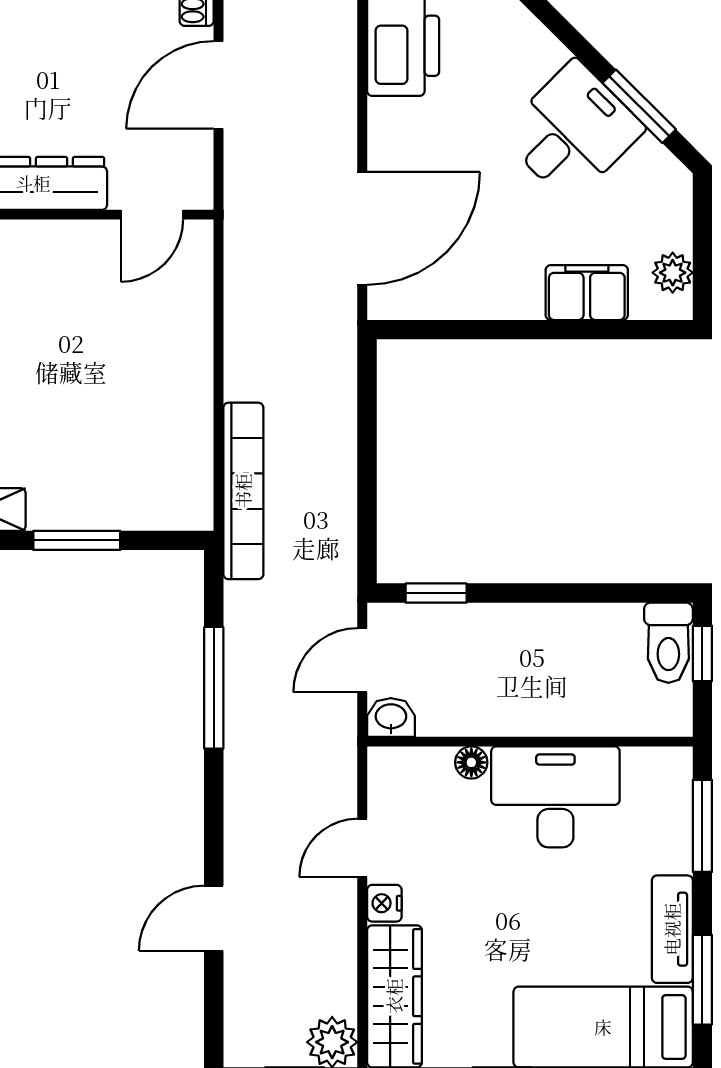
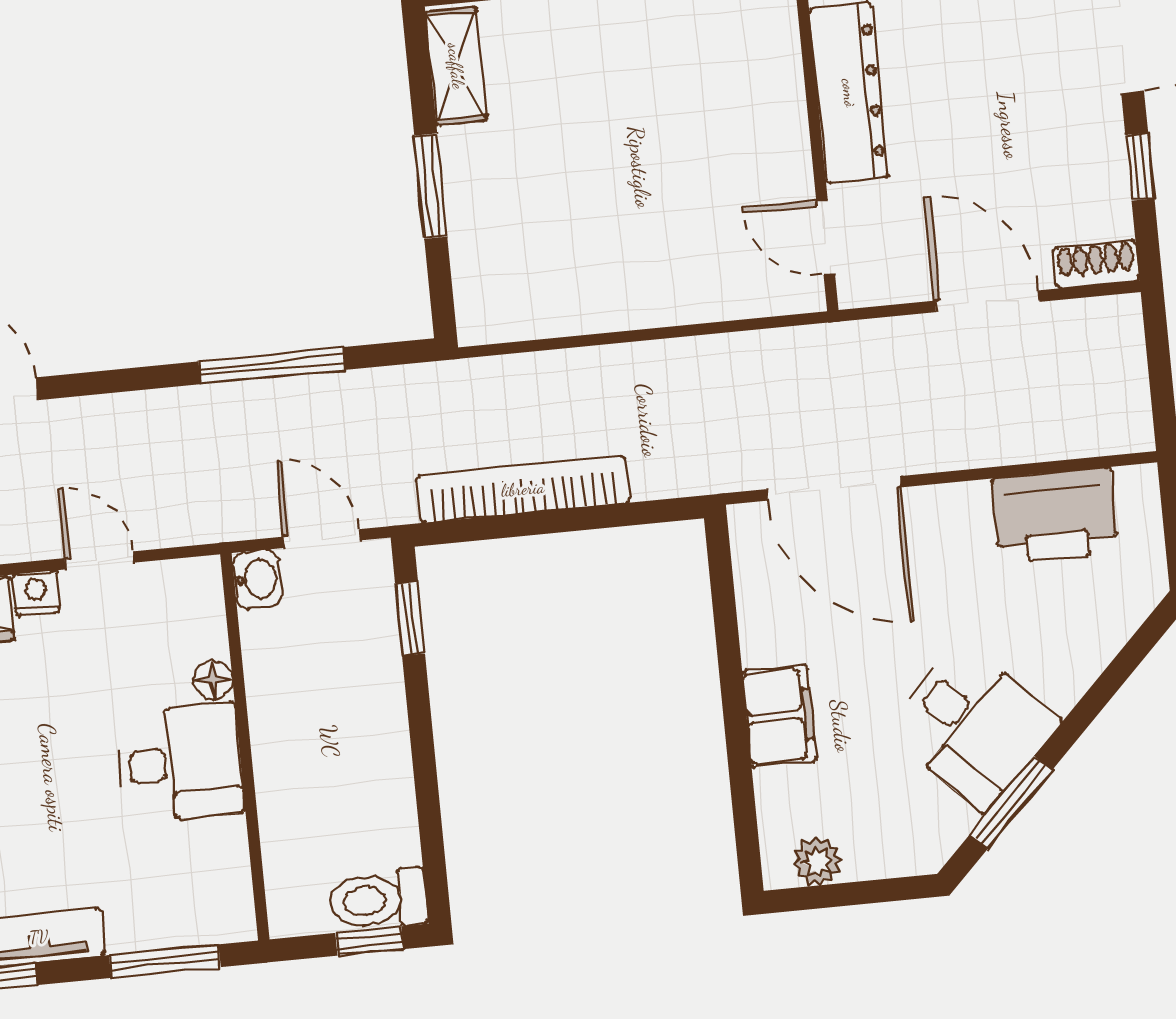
filing cabinet: (587, 293) -> (779, 716), moved
bookcase: (243, 491) -> (523, 489), moved, turned 180
desk: (555, 797) -> (180, 763), width x0.73

